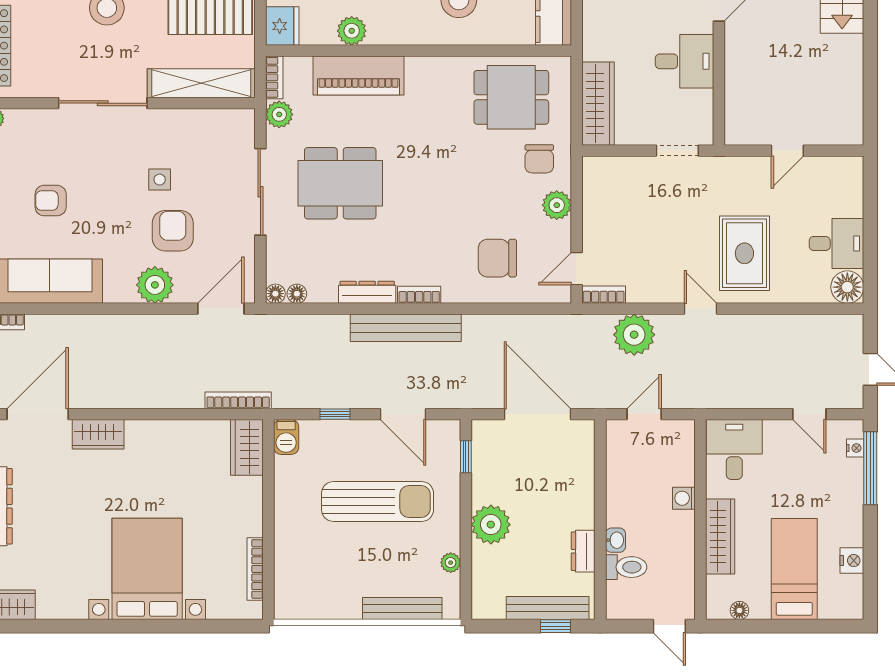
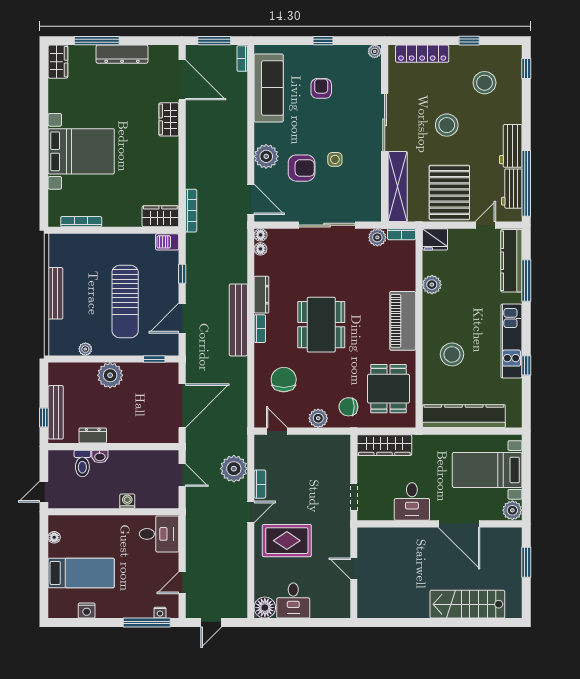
piano: (358, 76) -> (403, 321), moved
dining table: (340, 183) -> (321, 325), moved
bookcase: (604, 295) -> (260, 484), moved
wardrobe: (720, 536) -> (102, 525), removed
bench: (402, 608) -> (55, 293), moved

